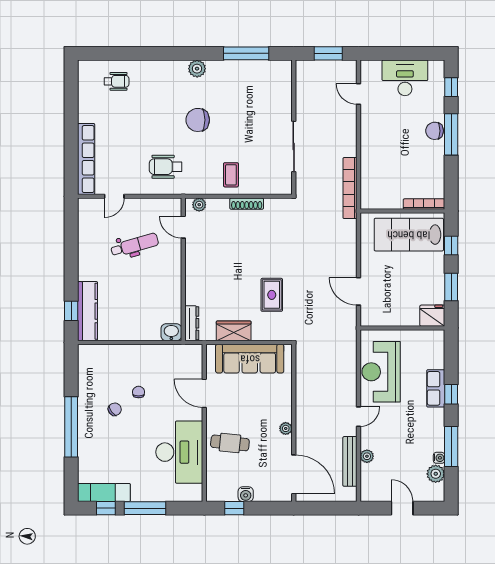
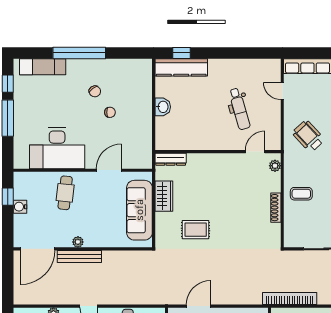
wheelchair: (166, 167) -> (308, 136), turned -43
washbasin: (171, 332) -> (163, 107), moved
bench: (350, 461) -> (79, 256), moved
exam couch: (104, 492) -> (43, 67), moved, turned 90

